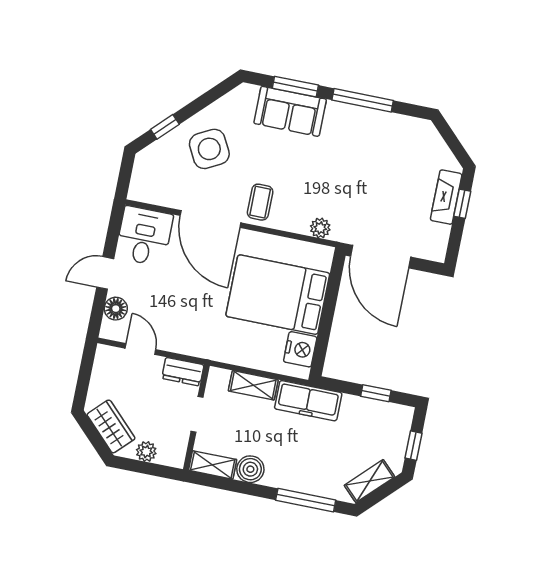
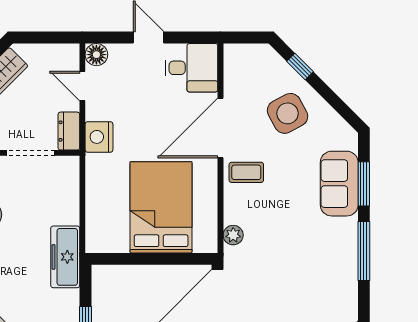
floor lamp: (116, 309) -> (96, 55), moved
door: (140, 349) -> (82, 86), swing flipped
nightstand: (300, 349) -> (99, 137), moved, turned 90
shelving: (253, 385) -> (69, 201), removed
doorway: (197, 414) -> (31, 153), width x1.38

